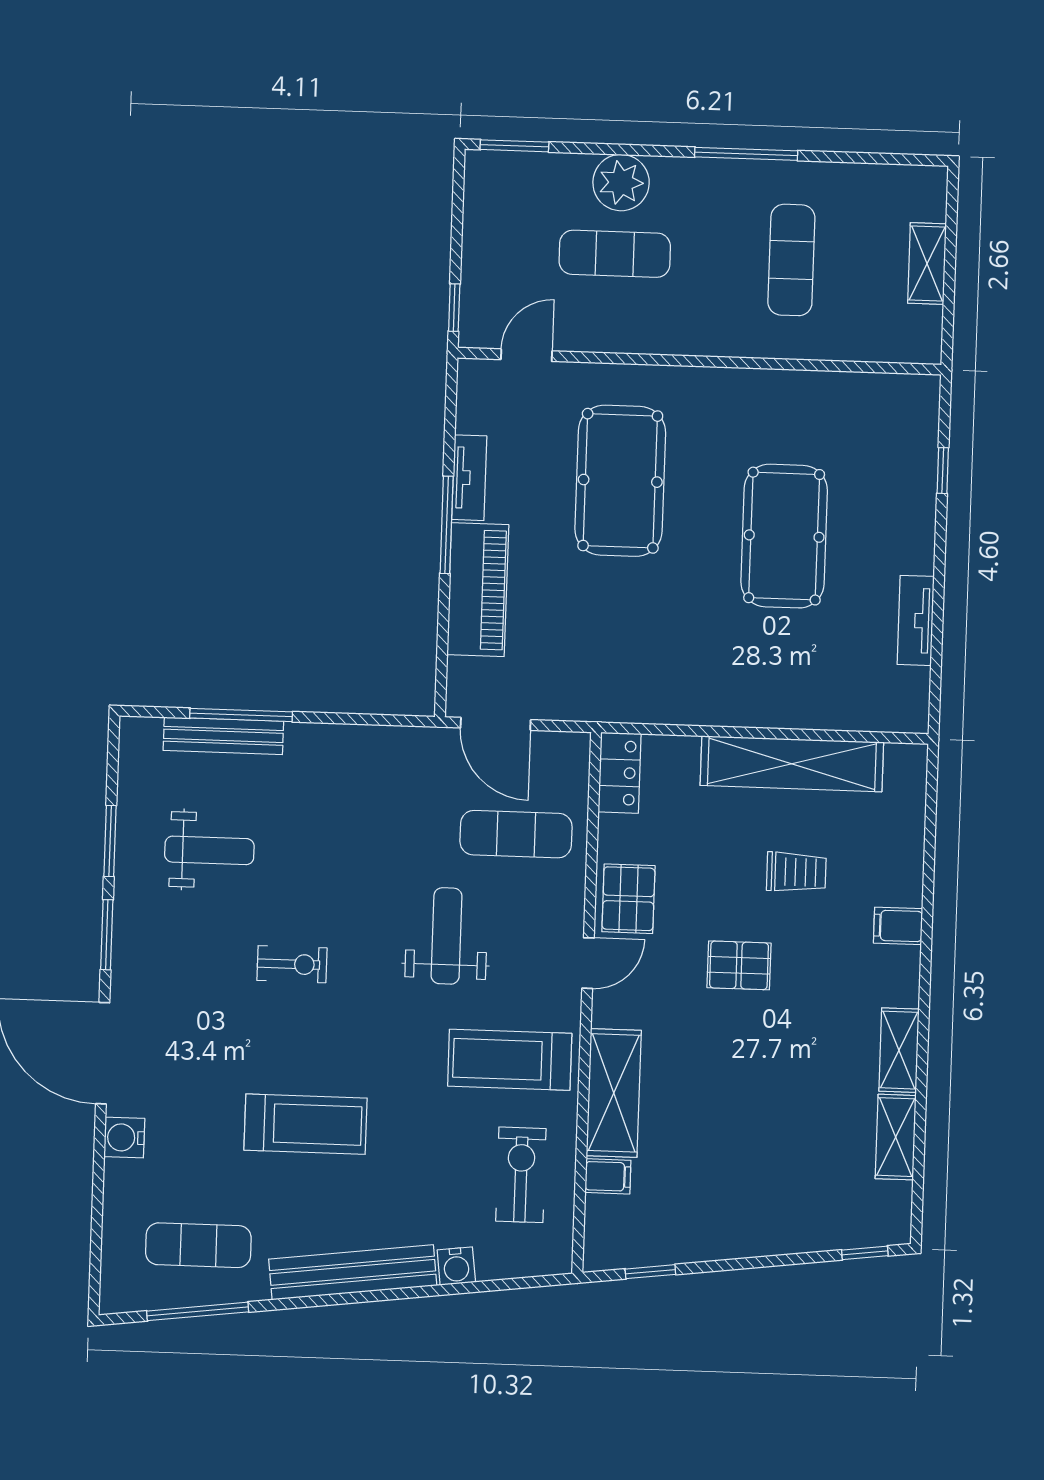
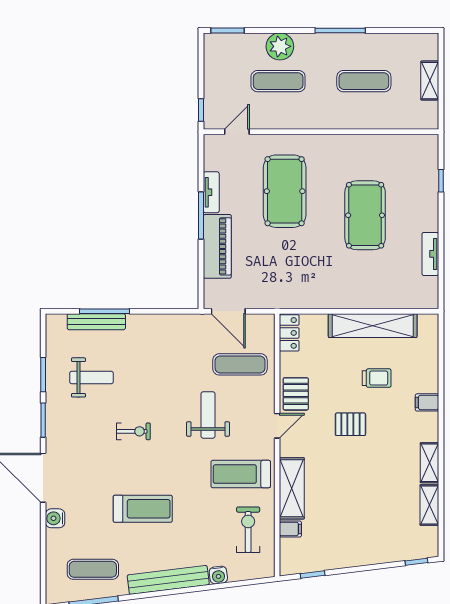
exercise mat: (791, 260) -> (364, 81), turned 90

